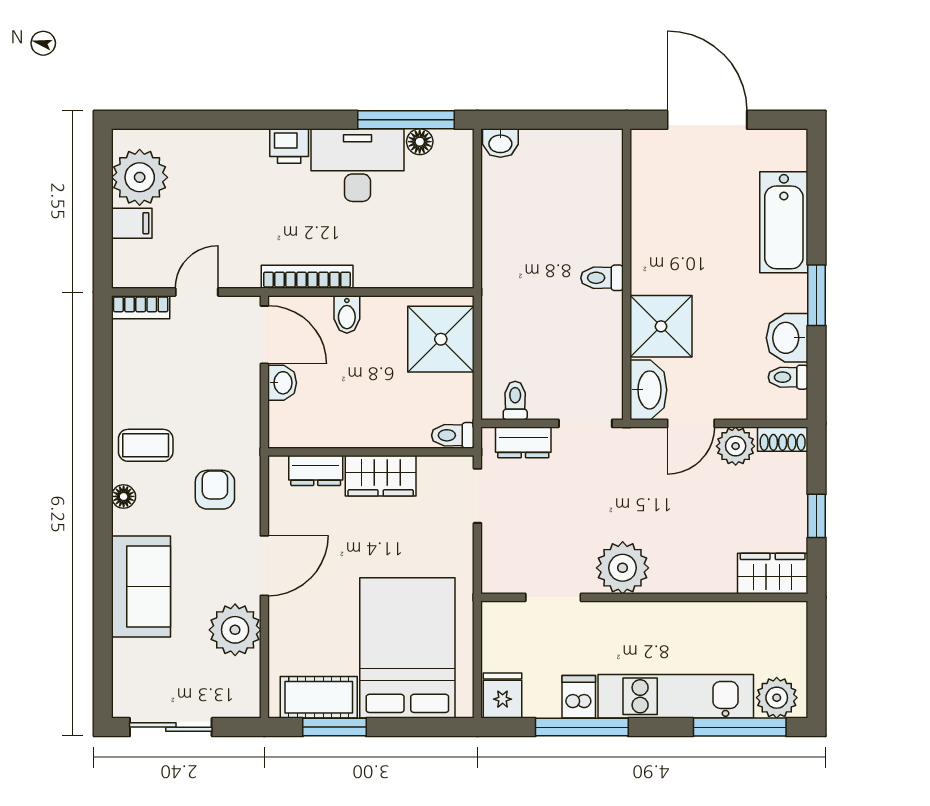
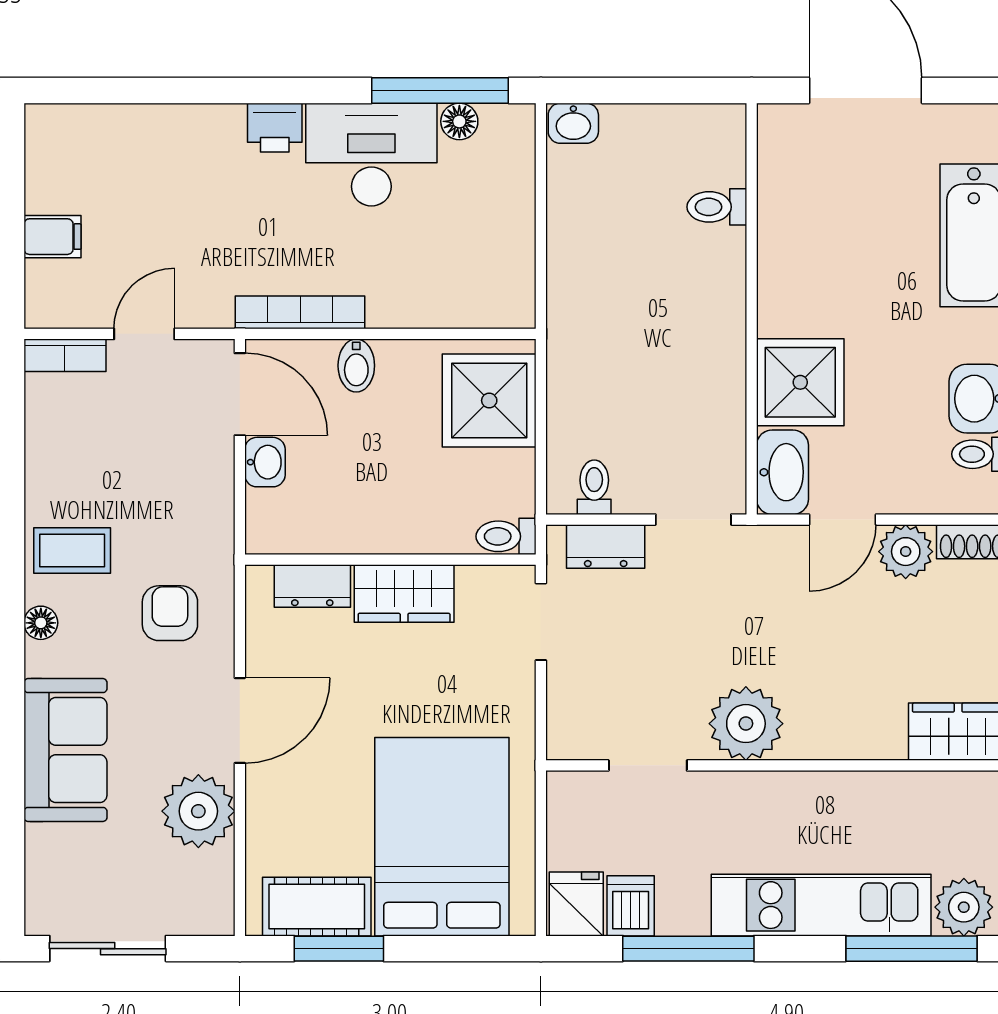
plant: (140, 177) -> (64, 172), removed
toilet: (602, 278) -> (717, 207), moved
dishwasher: (579, 697) -> (631, 906), moved

